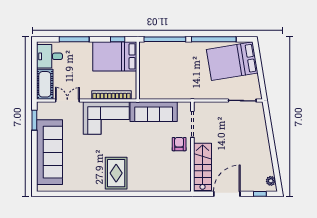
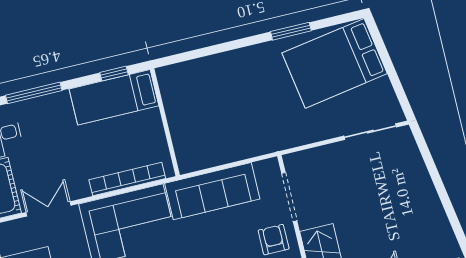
window: (165, 39) -> (201, 53), removed
window: (214, 39) -> (291, 31), width x0.47
bed: (115, 56) -> (114, 97), width x0.67

